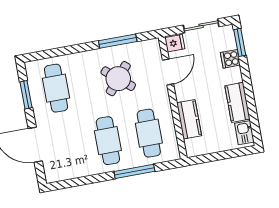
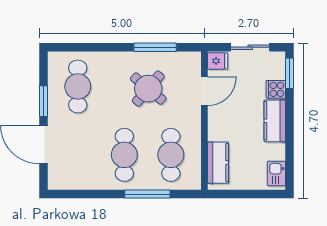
window: (26, 95) -> (43, 101), moved
kitchen counter: (237, 102) -> (275, 121), moved
kitchen counter: (189, 119) -> (218, 163), moved

